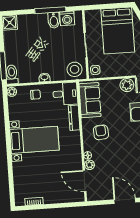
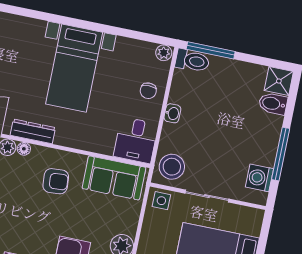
bidet: (54, 20) -> (273, 104), moved
dresser: (74, 118) -> (33, 131), moved

